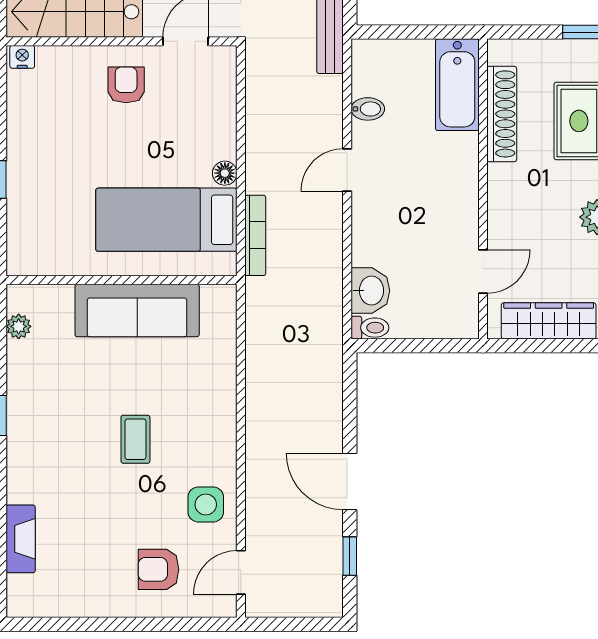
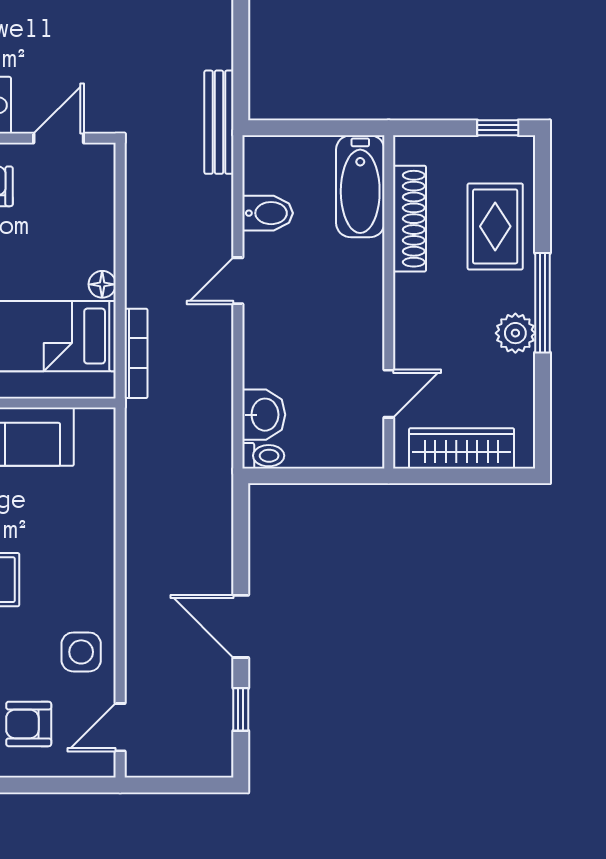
bidet: (368, 109) -> (268, 213), width x1.38, depth x1.36

